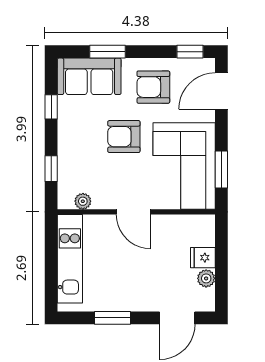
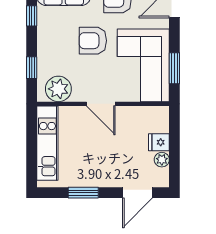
plant: (83, 201) -> (58, 89), width x1.87, depth x1.87

